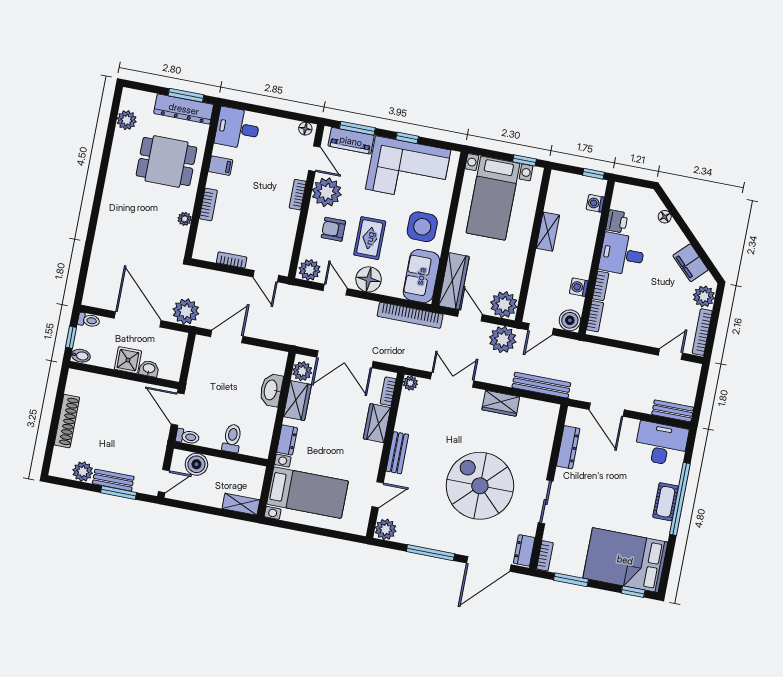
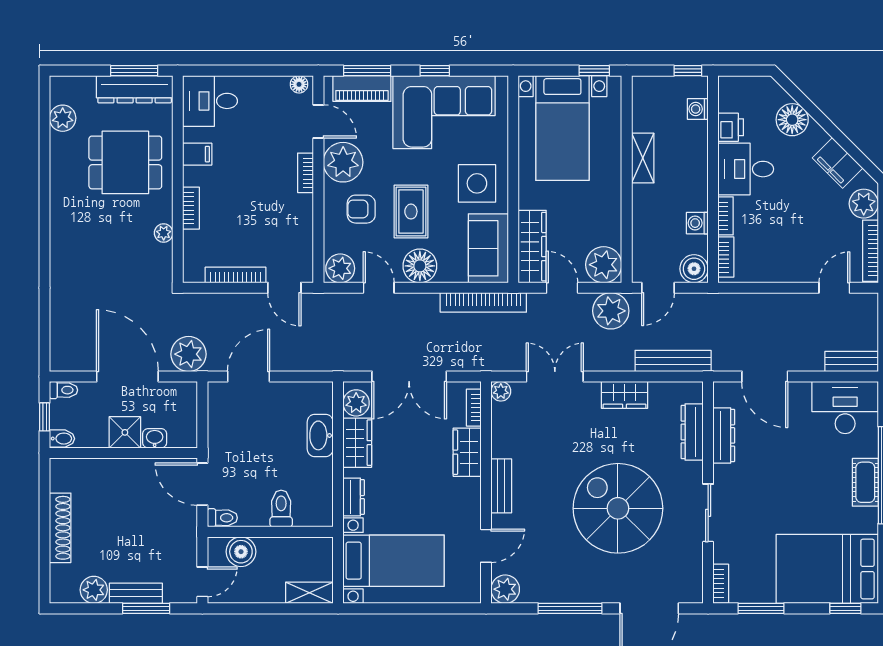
floor lamp: (665, 217) -> (792, 120), width x1.89, depth x1.89
bookcase: (232, 260) -> (236, 275), width x1.56
dresser: (524, 550) -> (692, 432), moved, width x1.44

